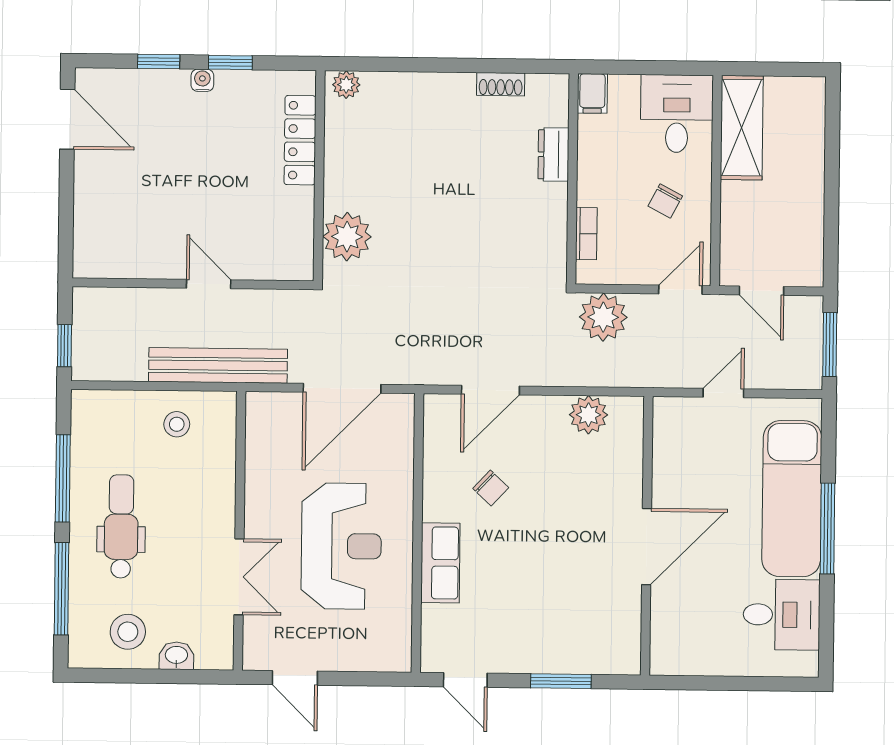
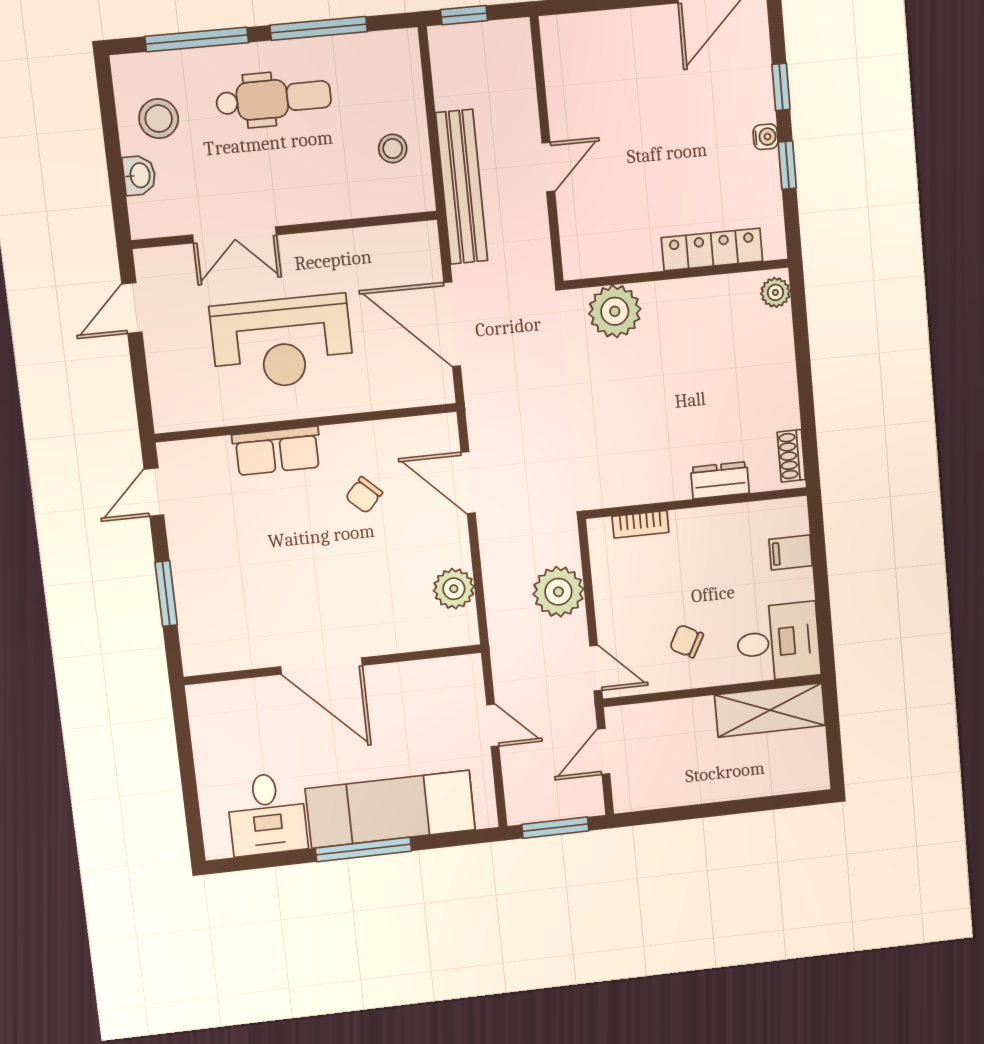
dresser: (553, 154) -> (720, 480), moved
wall: (572, 179) -> (696, 503), moved
bookcase: (586, 234) -> (641, 524), moved

